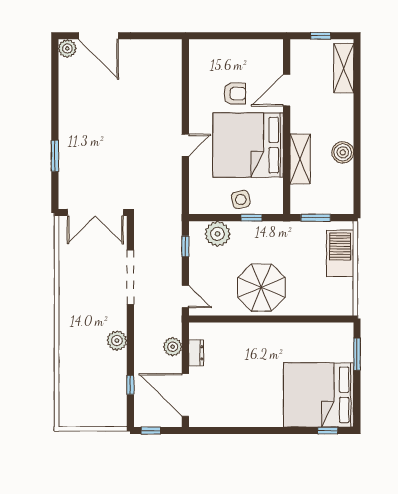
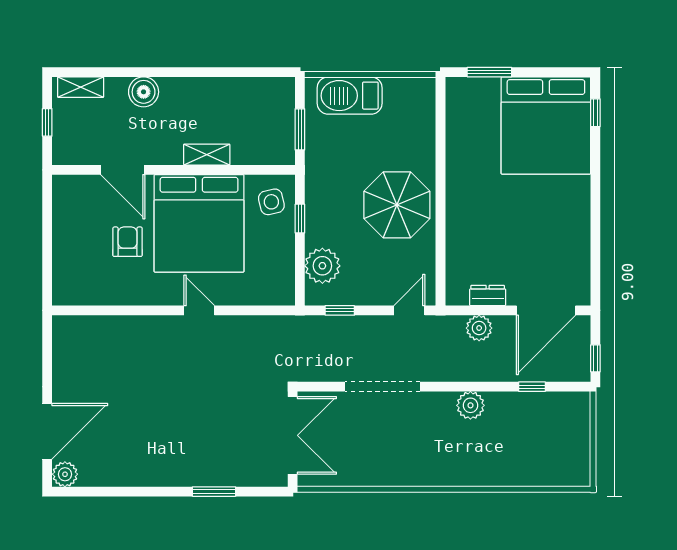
shelving: (344, 68) -> (81, 87), width x0.67, depth x0.75
boiler: (343, 152) -> (144, 92), moved
shelving: (300, 159) -> (207, 155), width x0.67, depth x0.75
side table: (241, 199) -> (271, 202), moved

